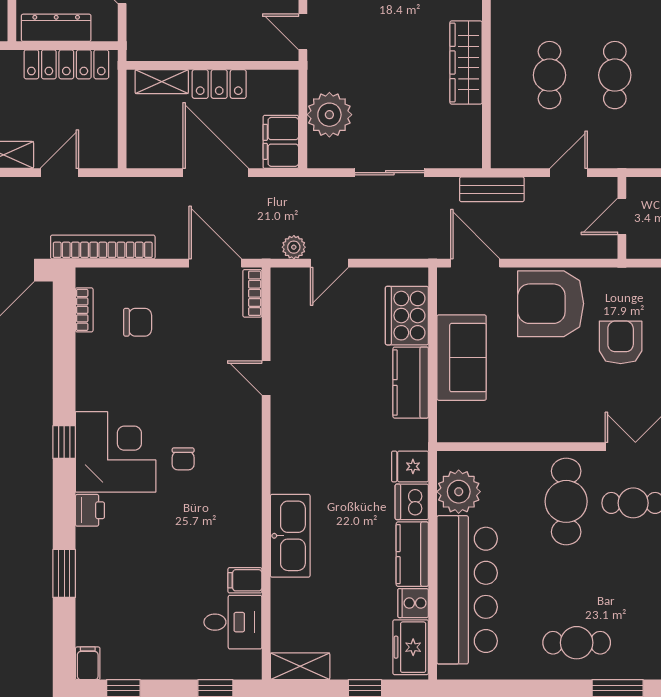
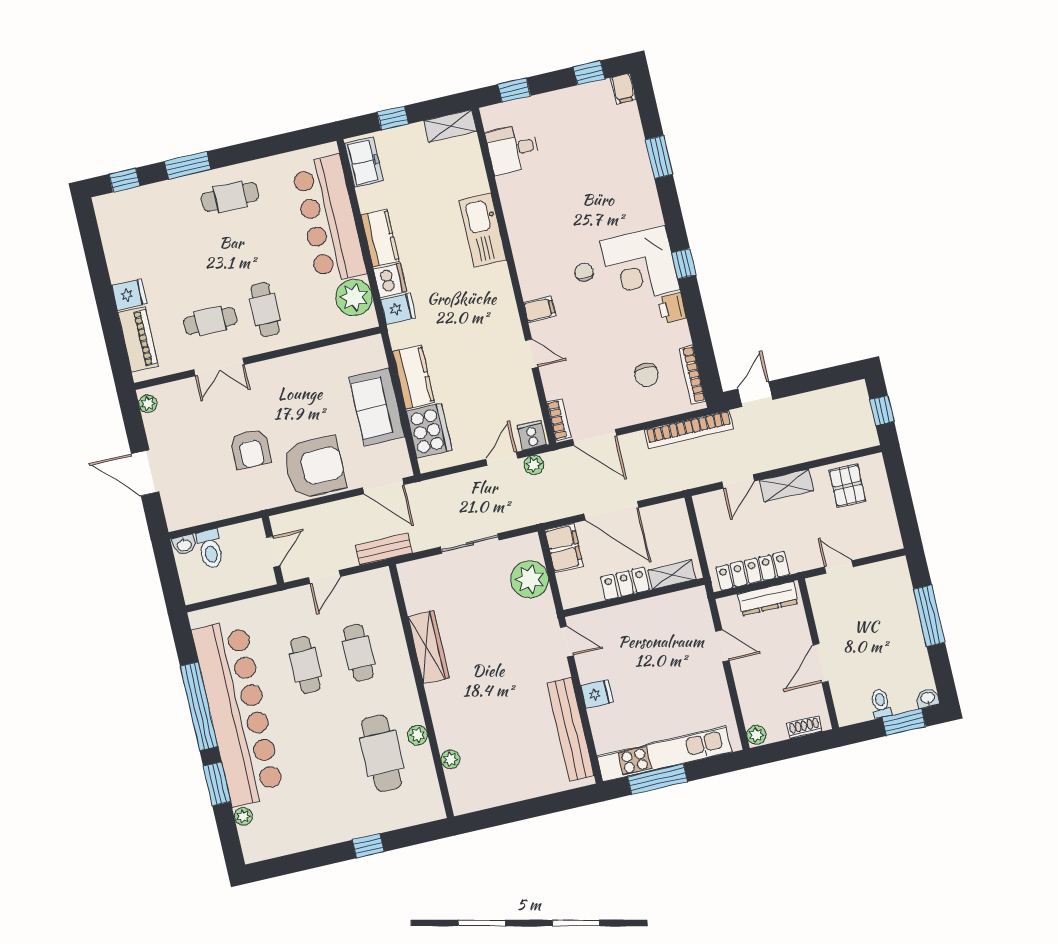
bookcase: (84, 310) -> (692, 375), width x1.56
chair: (138, 322) -> (647, 375), turned -90
cafe table: (566, 501) -> (265, 310), width x0.73, depth x0.74
printer: (90, 510) -> (672, 308), moved
filing cabinet: (245, 580) -> (540, 309), moved
cooker: (413, 603) -> (532, 435), moved, turned -90

